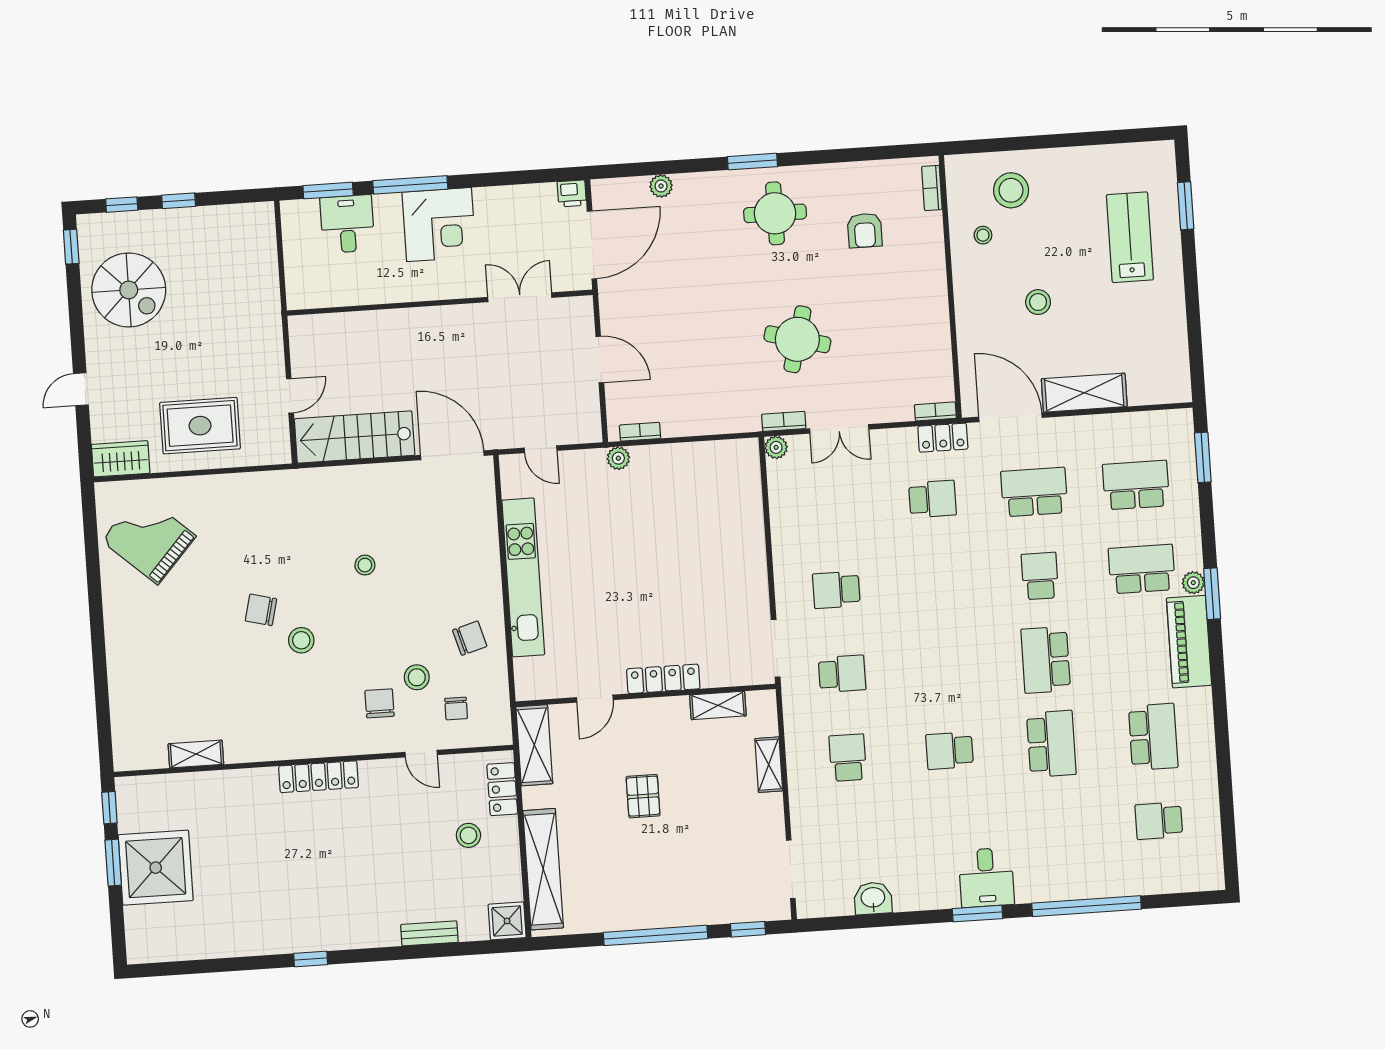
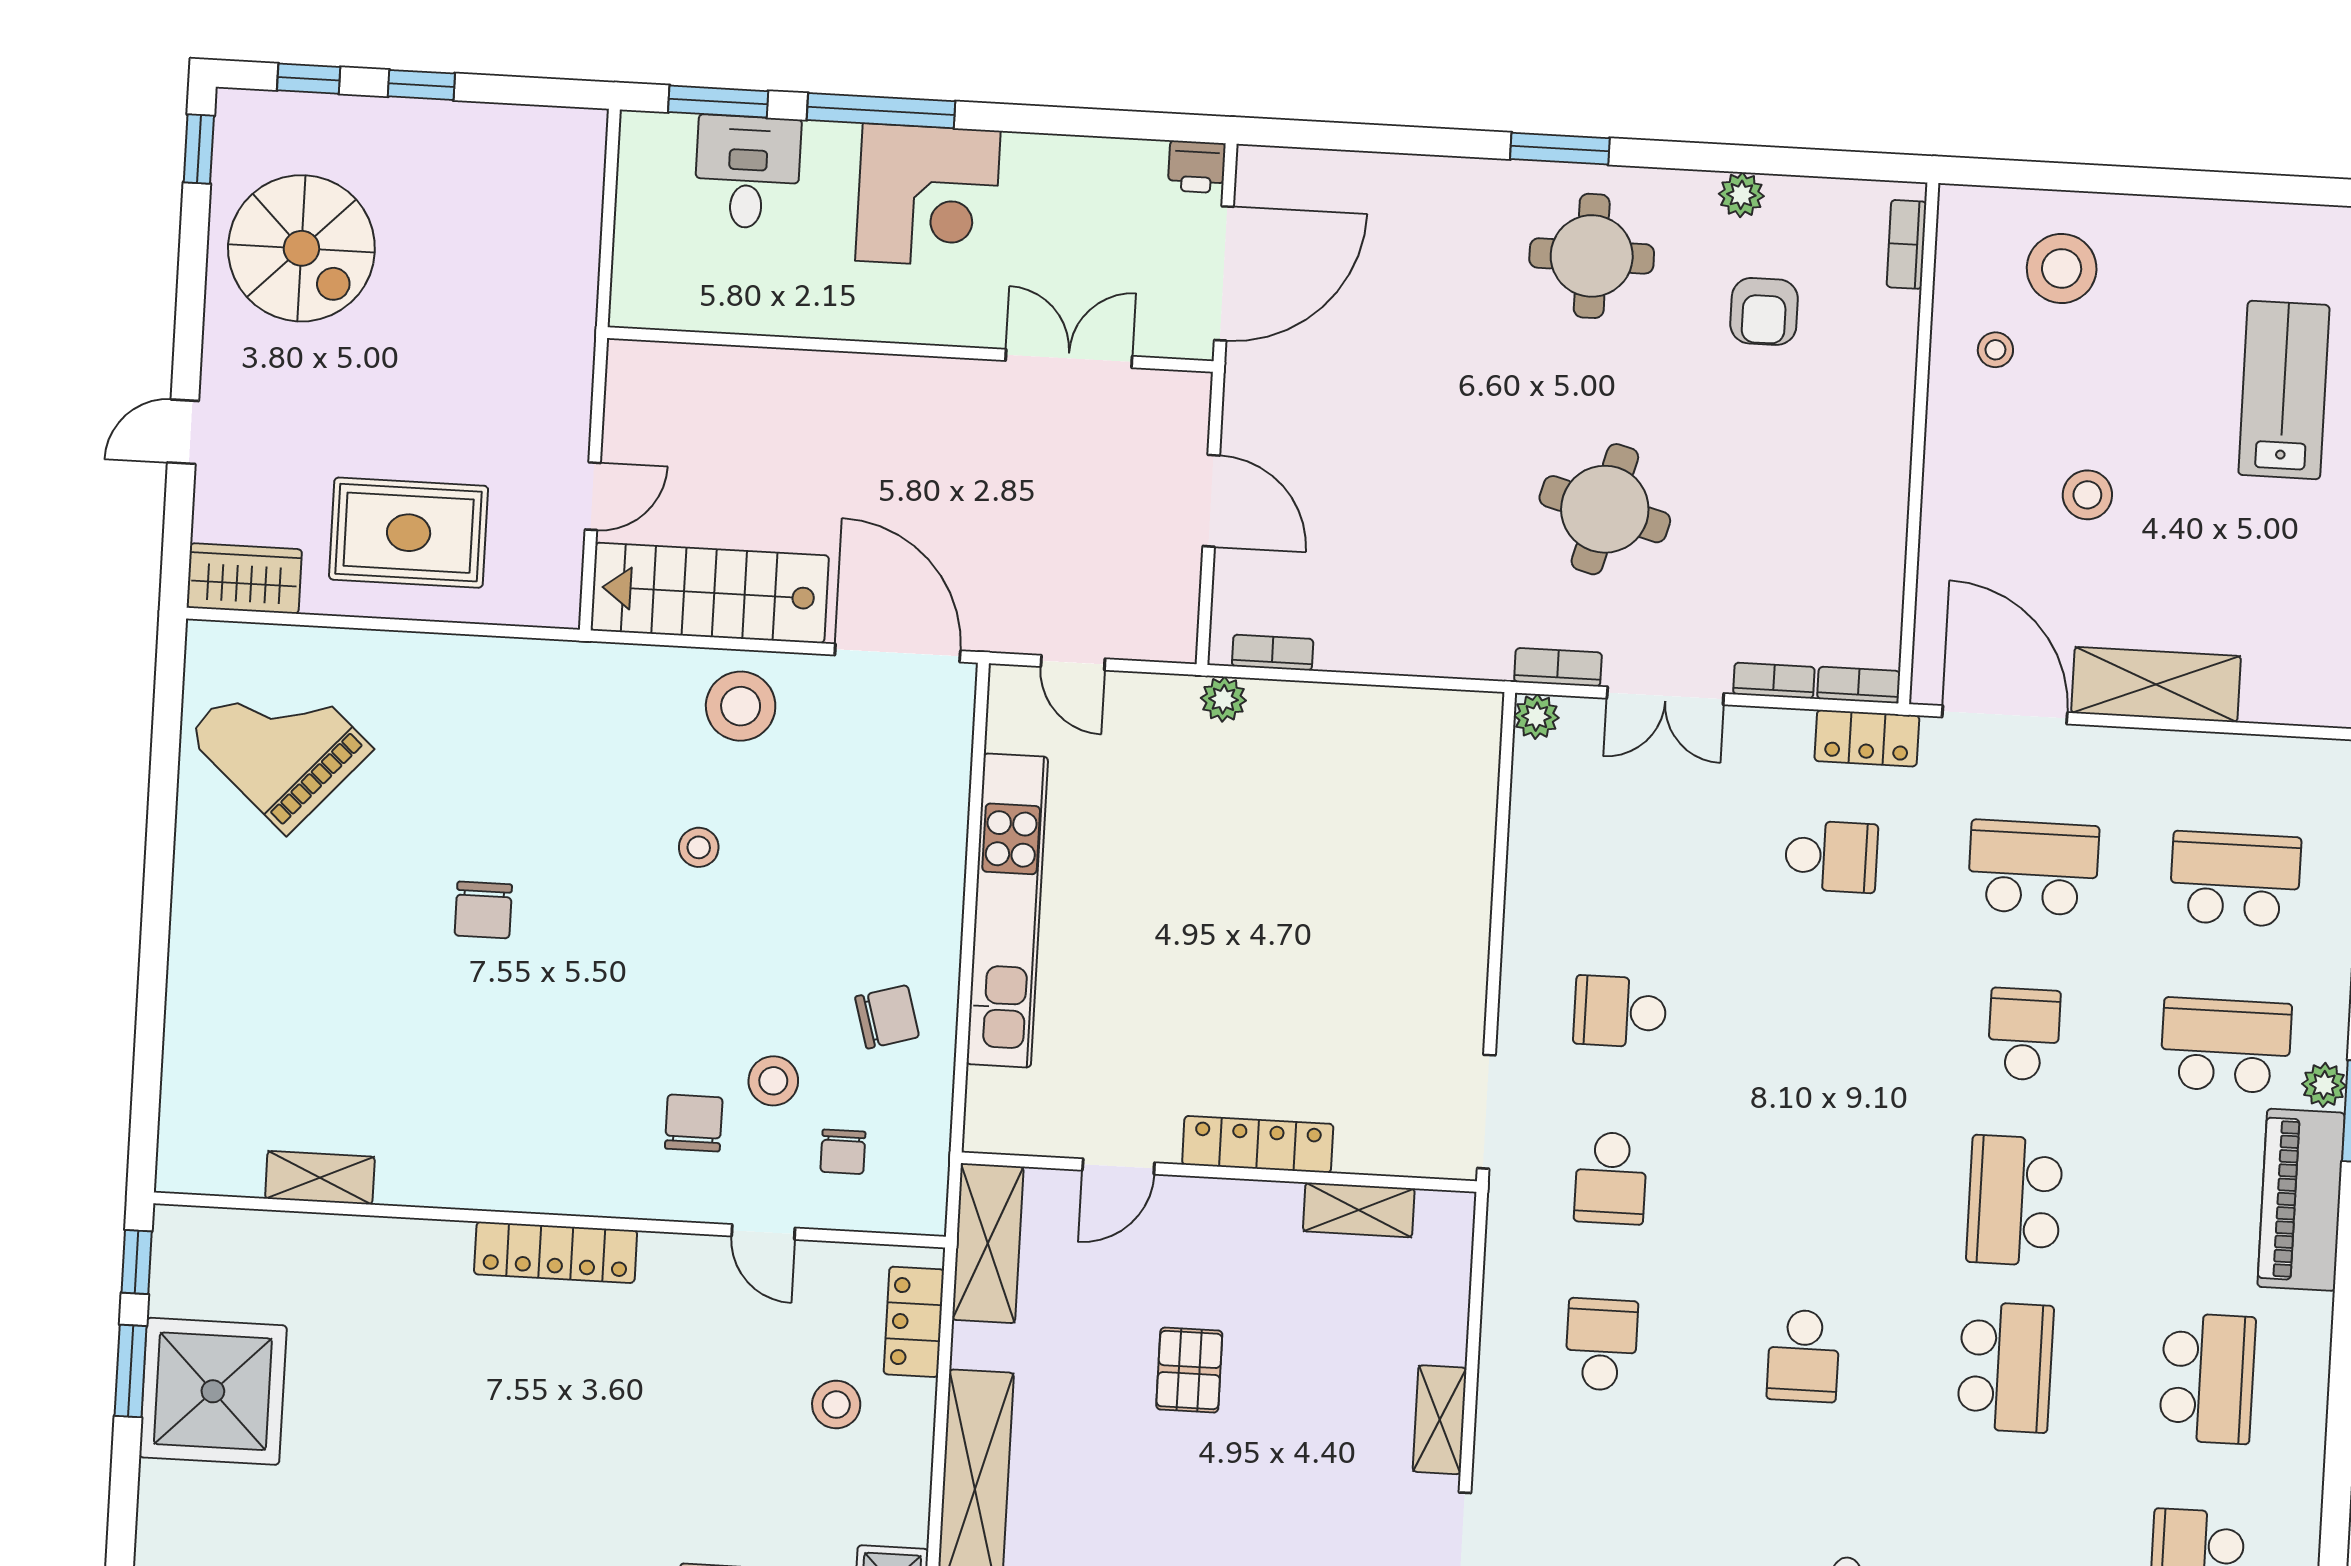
plant: (661, 186) -> (1741, 195), moved
bookcase: (893, 415) -> (1774, 681), added
chair: (261, 610) -> (483, 910), turned -104
stool: (301, 640) -> (741, 706), moved, width x1.38, depth x1.38
school desk: (842, 674) -> (1611, 1178), turned 90
school desk: (950, 751) -> (1803, 1356), turned -90
shelving: (769, 765) -> (1440, 1420), moved

